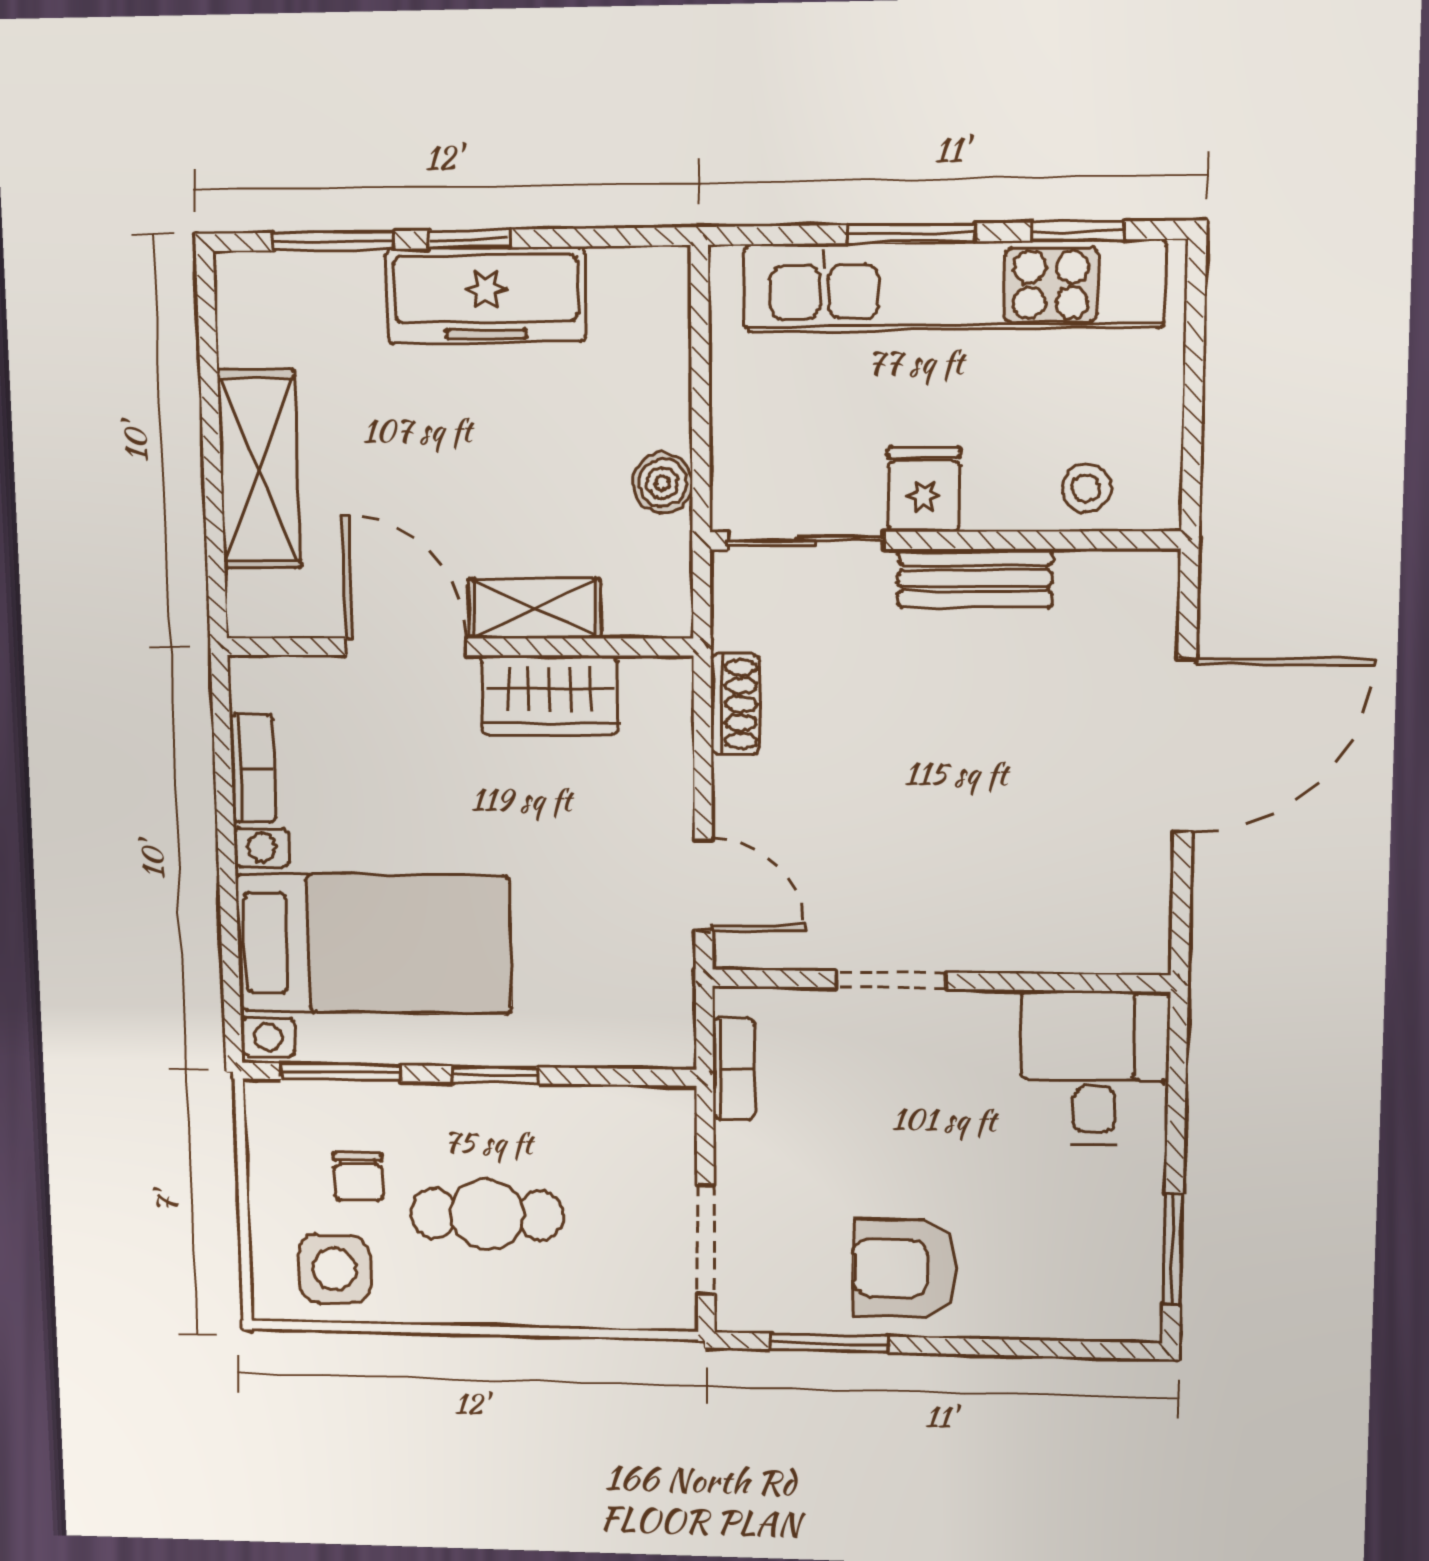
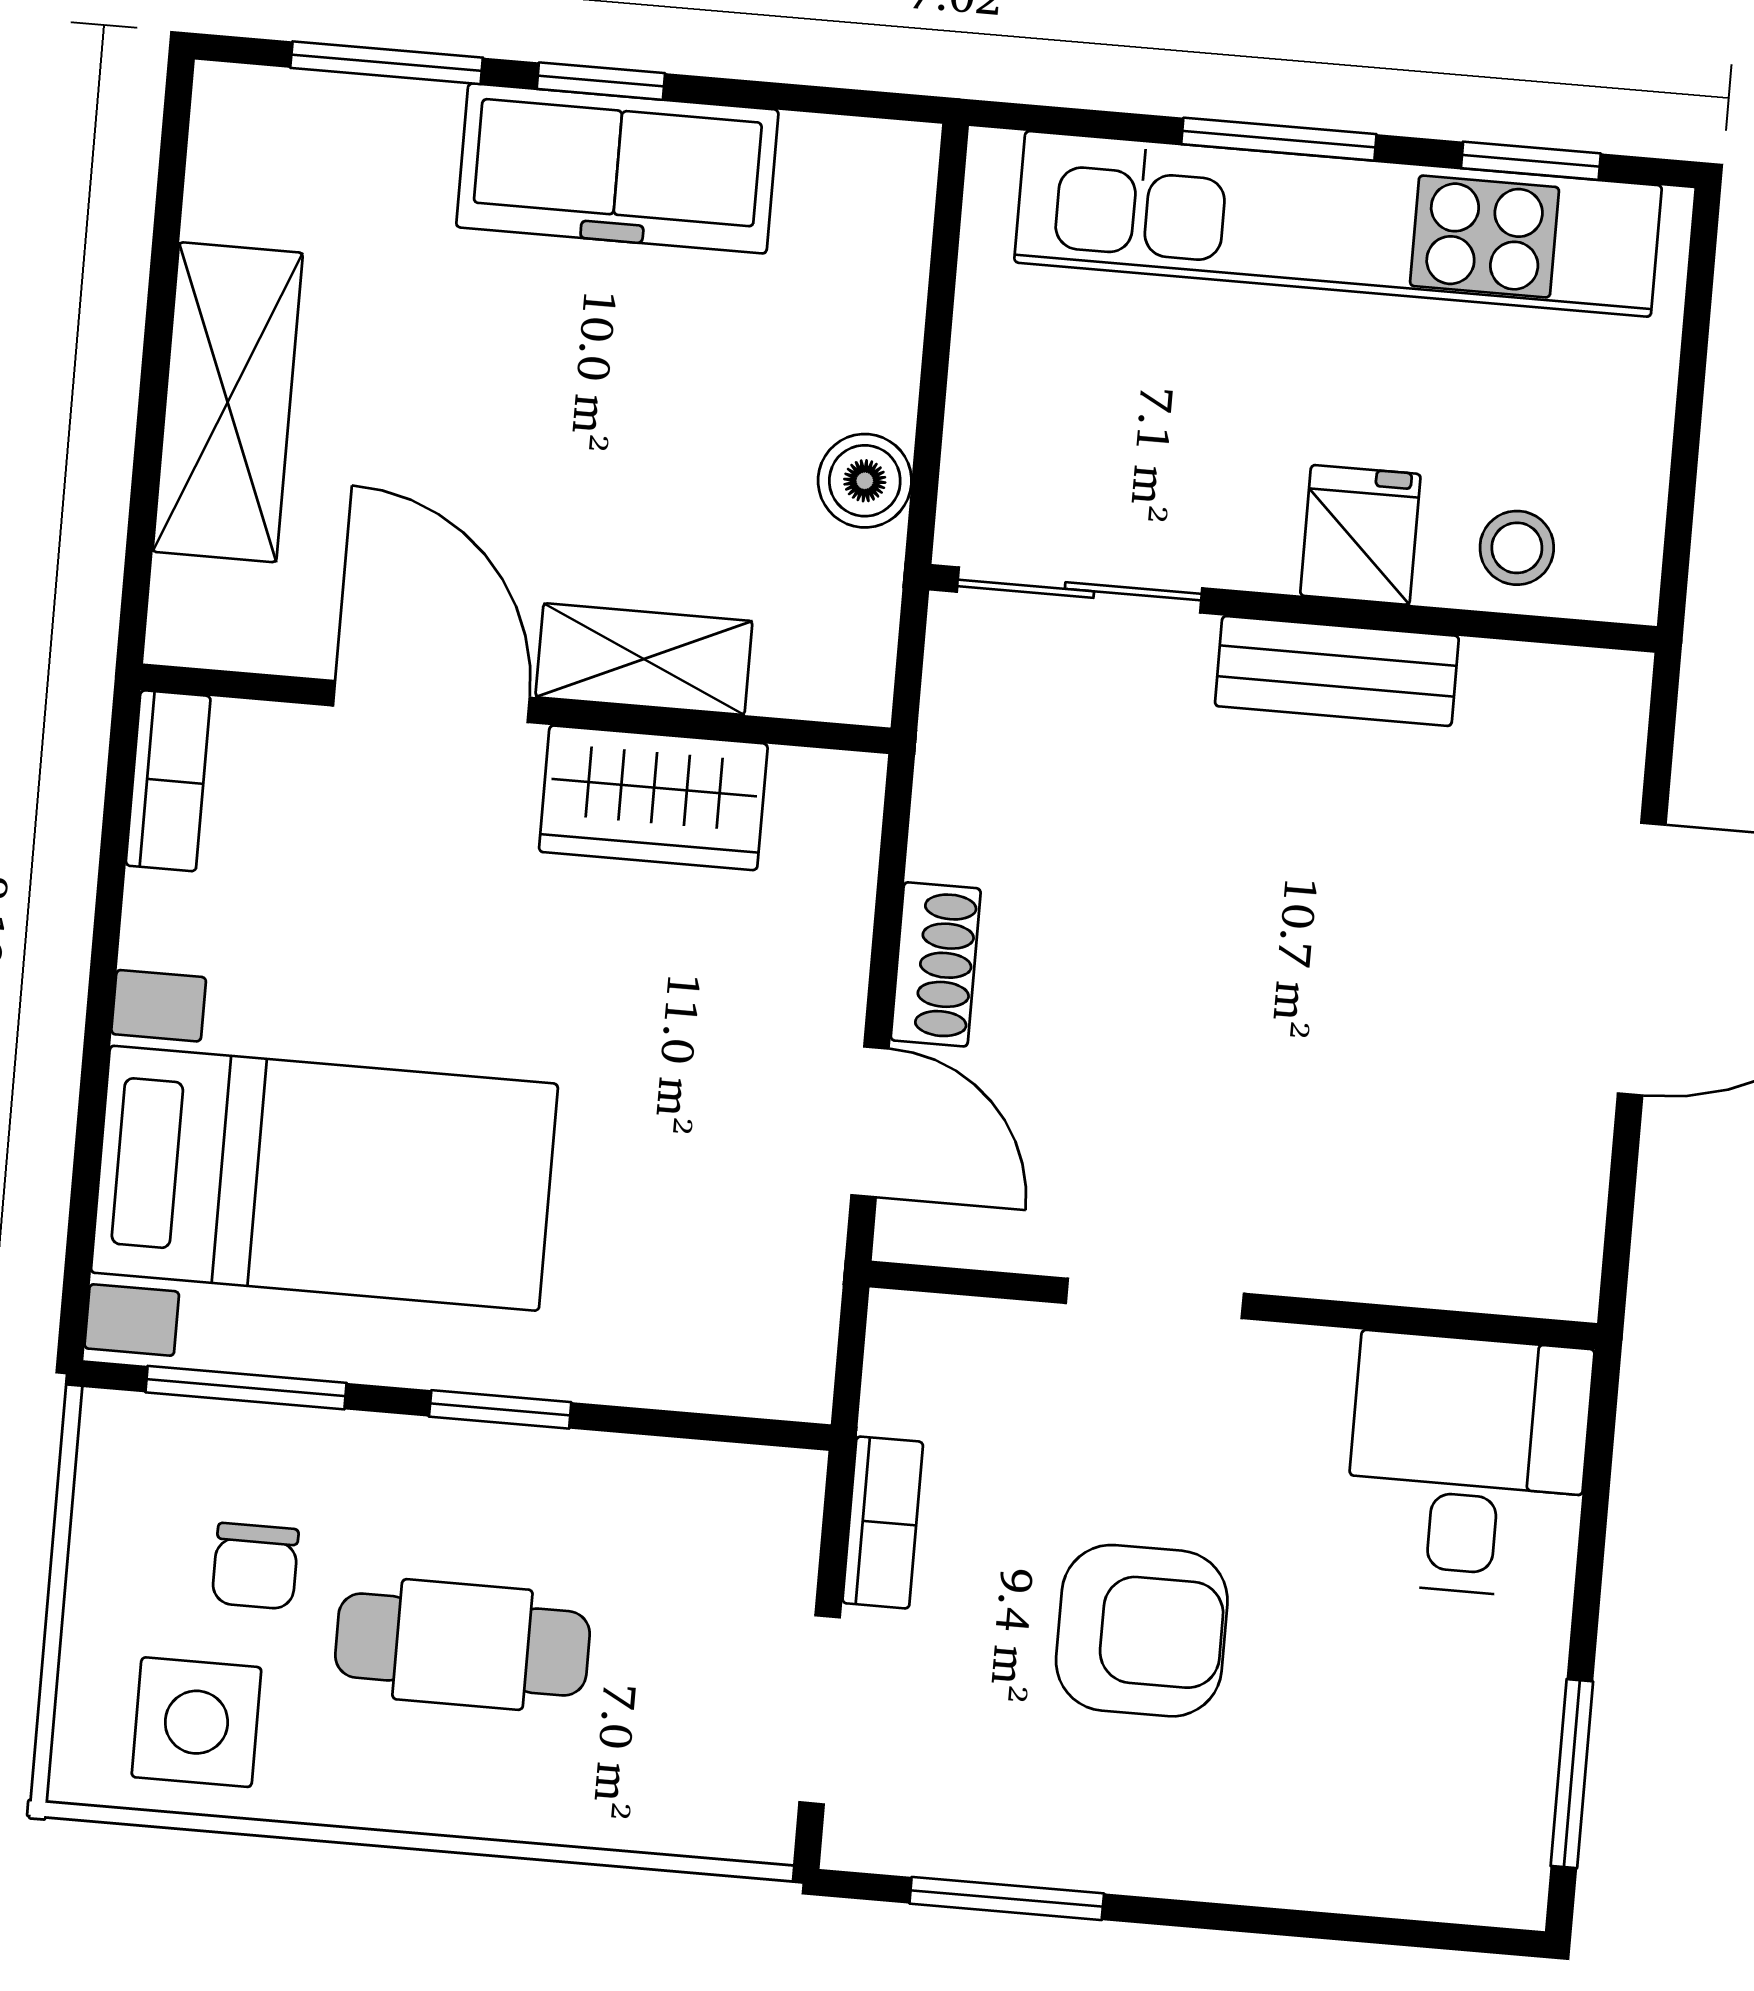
fridge: (924, 489) -> (1360, 535), moved
shoe rack: (735, 704) -> (936, 964), moved
bookcase: (253, 768) -> (168, 781), moved
bookcase: (734, 1069) -> (883, 1522), moved
armchair: (905, 1268) -> (1142, 1631), moved, turned 180

